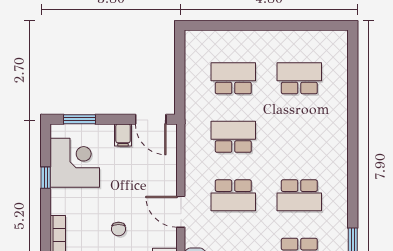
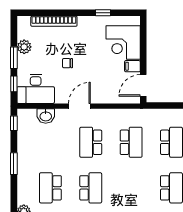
window: (80, 119) -> (143, 36), removed
corner desk: (75, 163) -> (123, 42), moved, turned 90
school desk: (299, 195) -> (91, 188), turned 180

